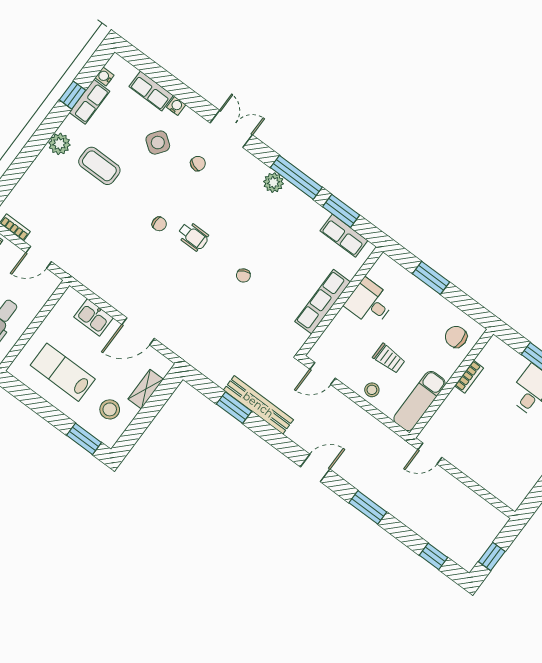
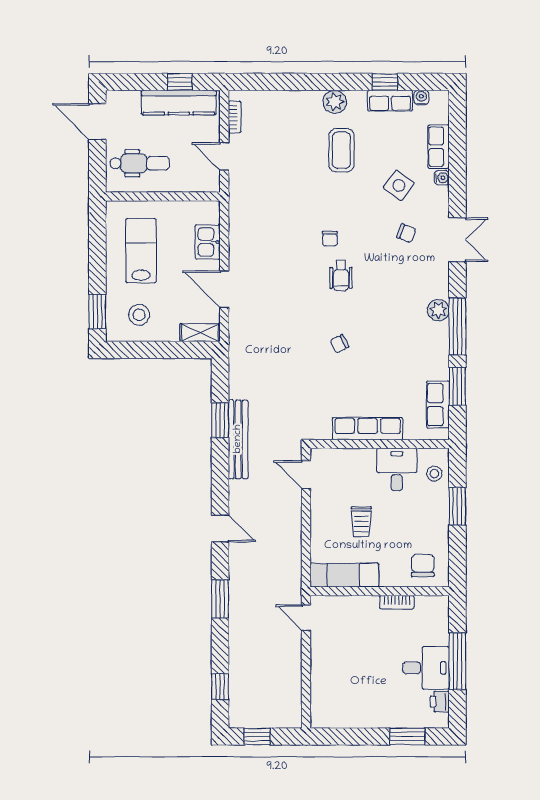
shelving: (146, 389) -> (200, 333), moved
stool: (372, 390) -> (434, 474), moved

